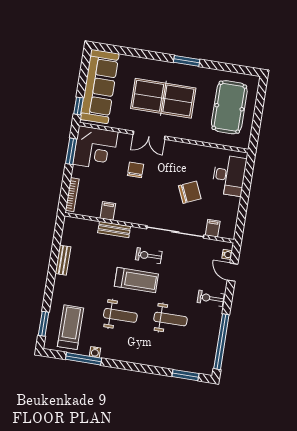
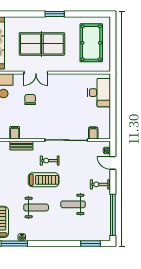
chair: (190, 192) -> (72, 109), removed
weight bench: (171, 319) -> (73, 204), turned 180

